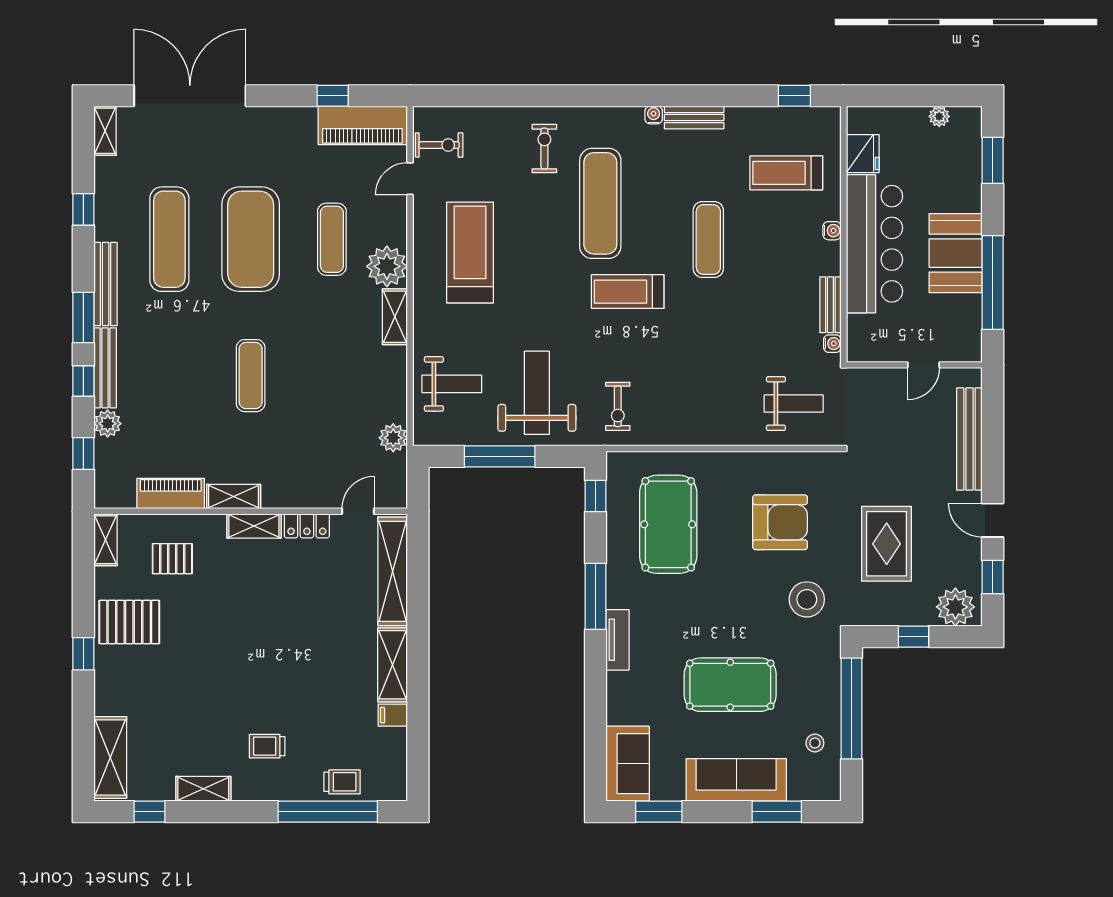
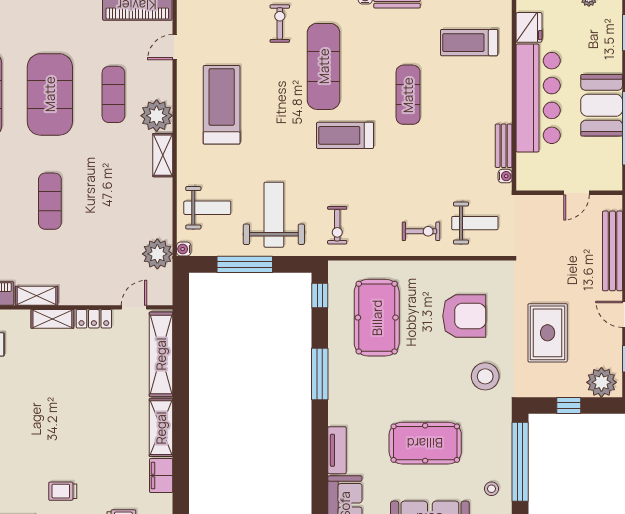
exercise bike: (439, 145) -> (421, 231), moved
water cooler: (832, 231) -> (184, 249), moved, turned 180
plant: (393, 438) -> (157, 254), width x1.36, depth x1.36
tv unit: (618, 640) -> (337, 450), moved
filing cabinet: (393, 715) -> (161, 475), width x2.00

